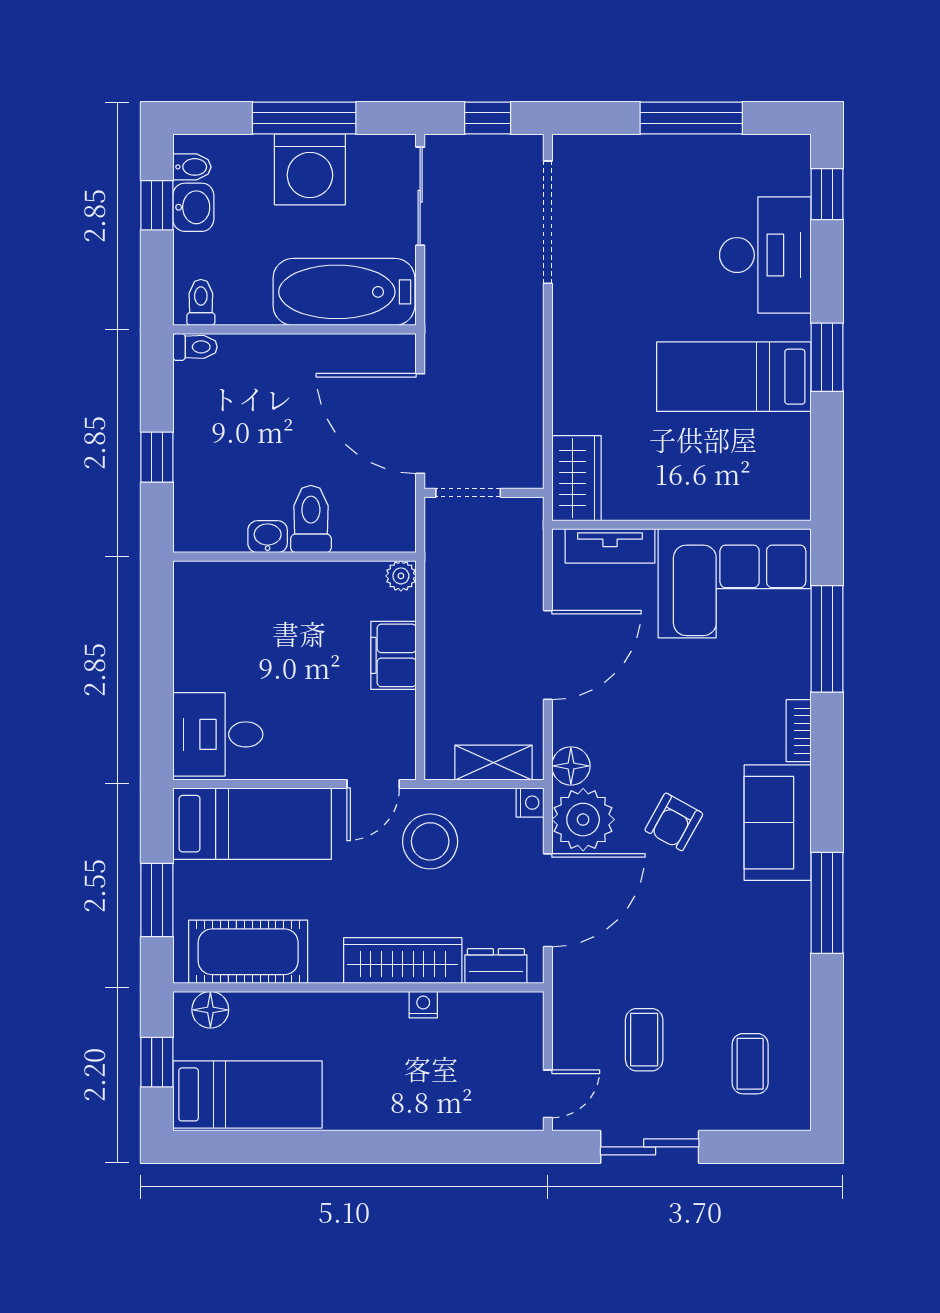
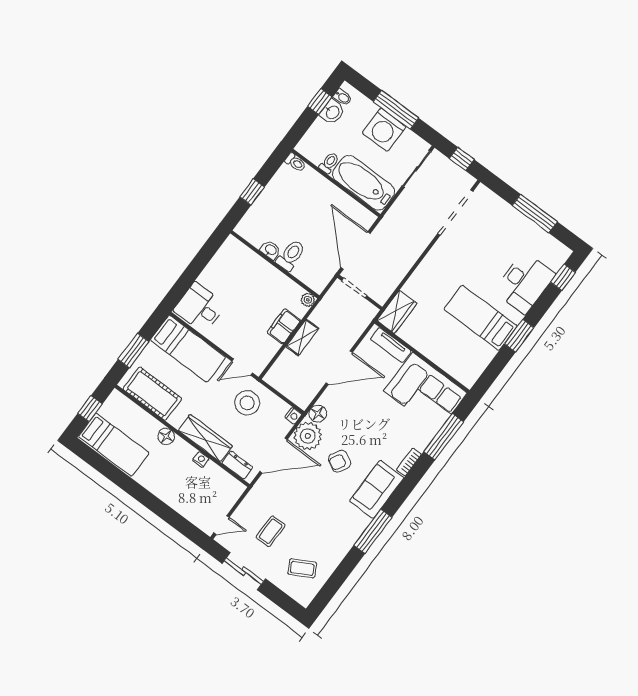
toilet: (201, 302) -> (329, 163), moved
shelving: (493, 763) -> (302, 337), moved, turned 90
floor lamp: (210, 1010) -> (166, 436), moved
coffee table: (750, 1064) -> (302, 568), turned 62

